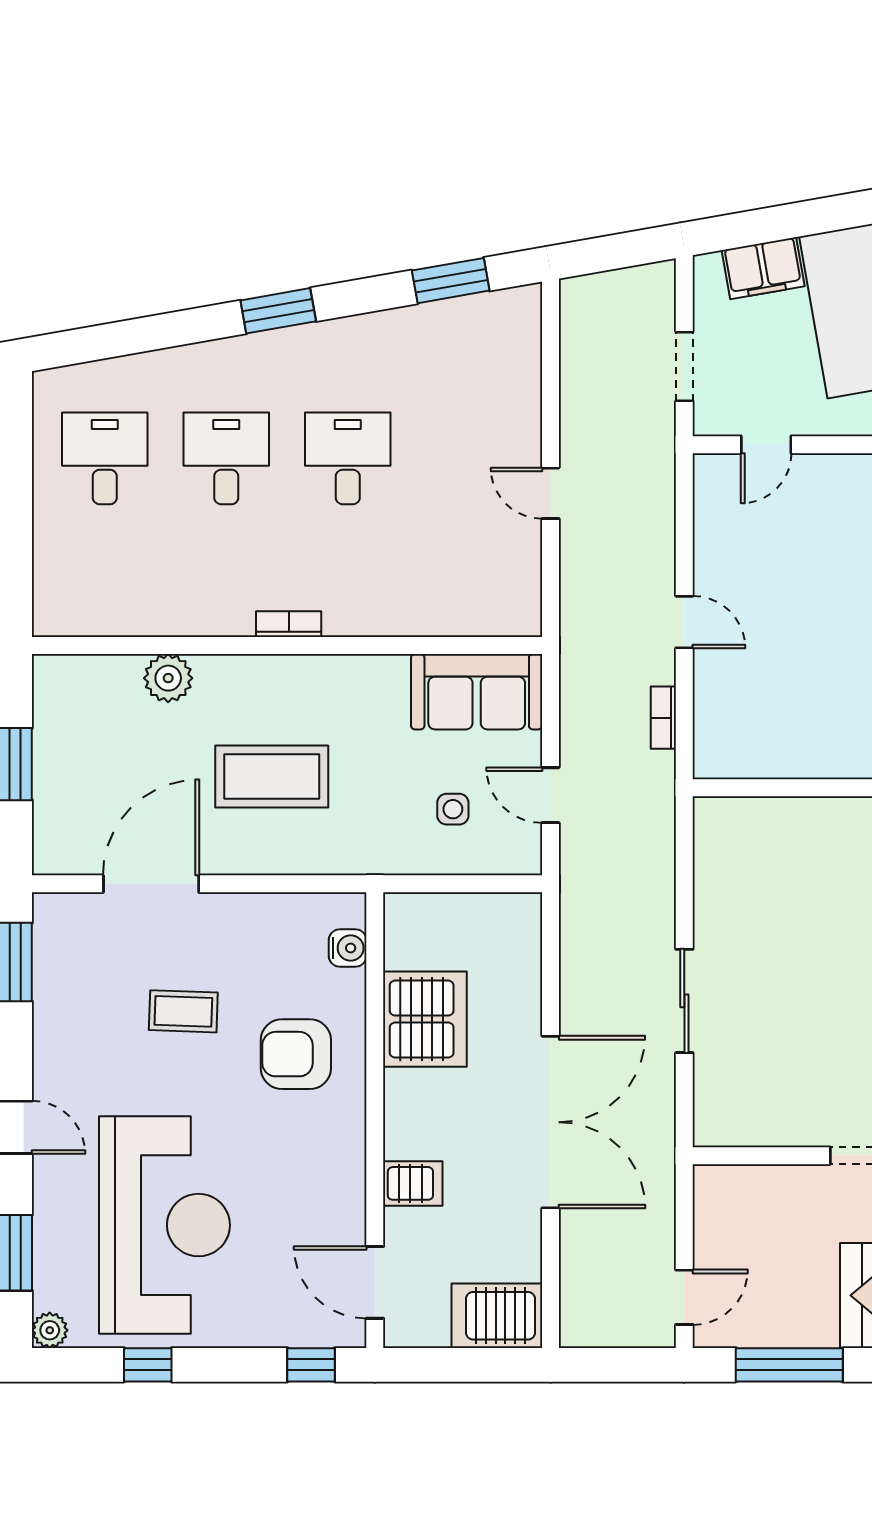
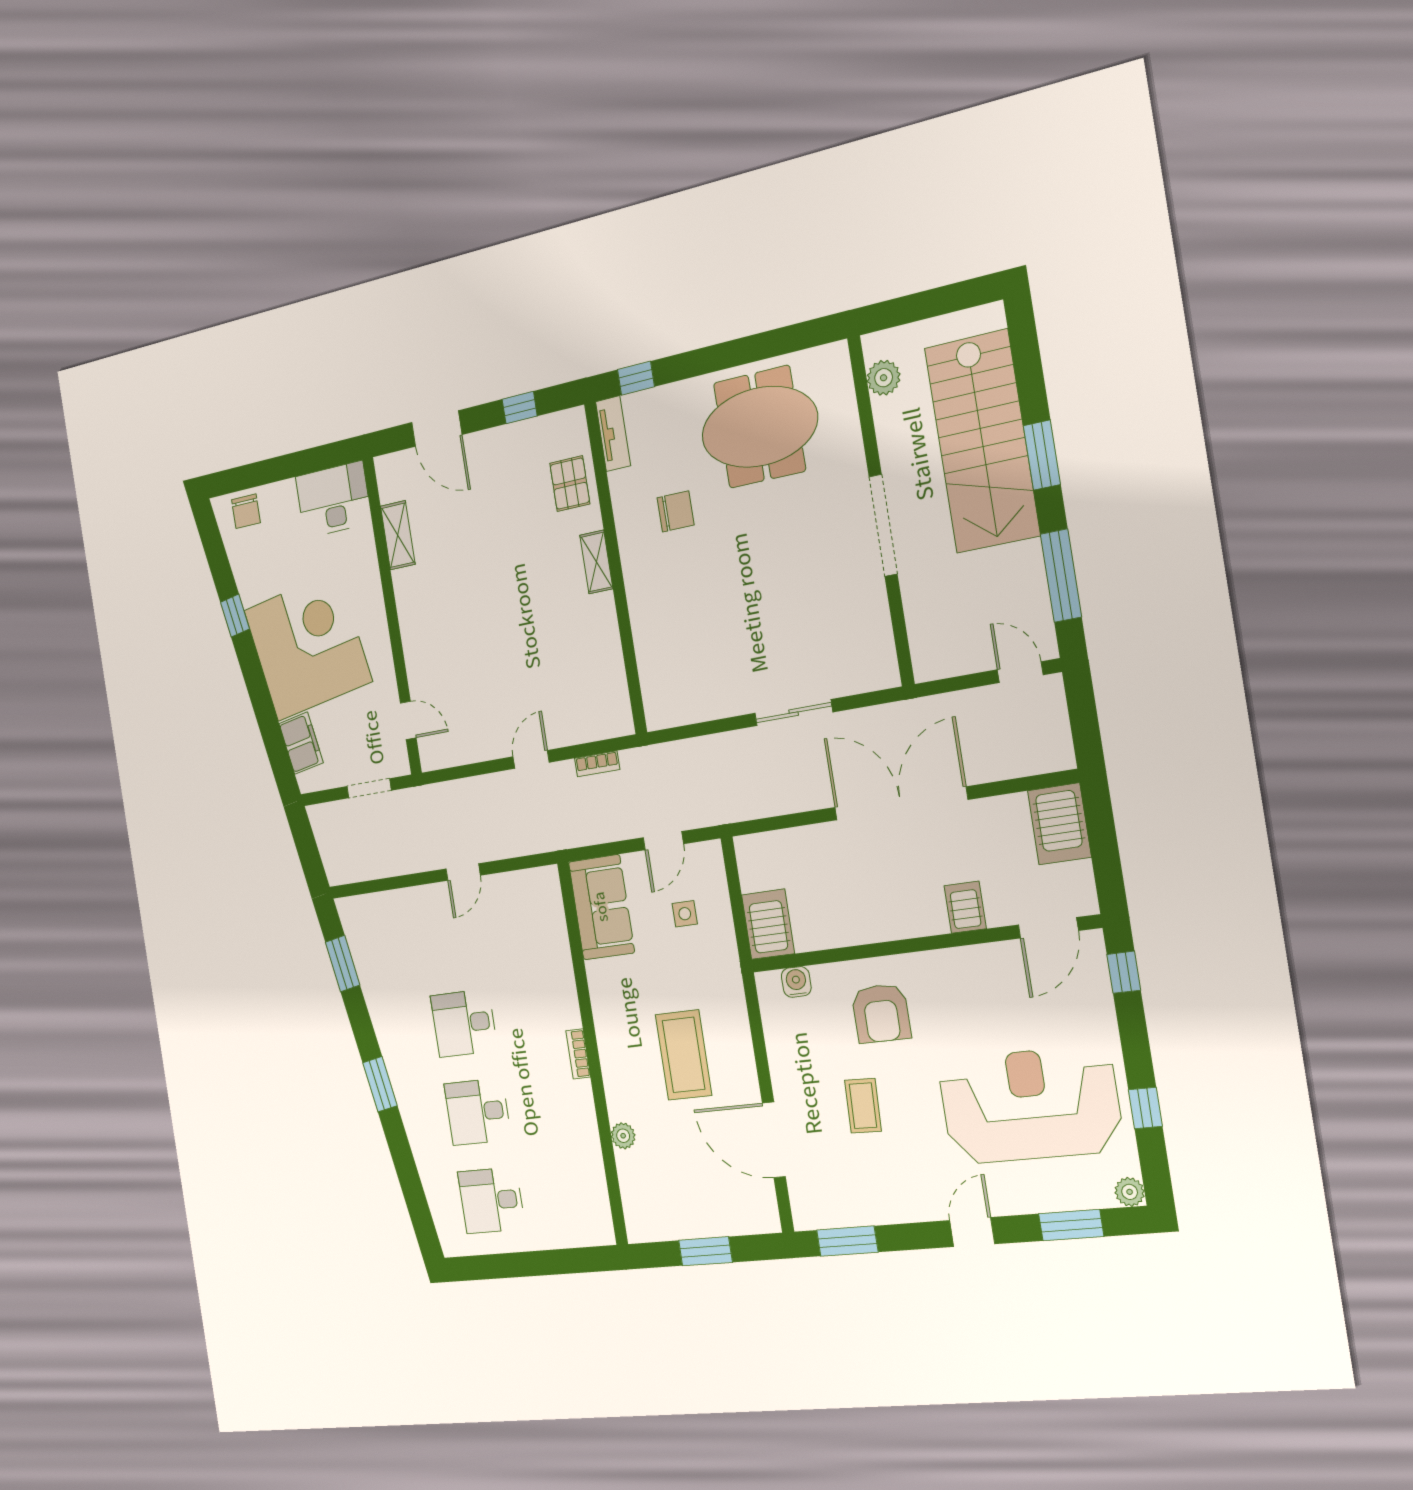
plant: (168, 678) -> (623, 1136), width x0.73, depth x0.73
server rack: (425, 1019) -> (768, 924), moved, width x0.62

